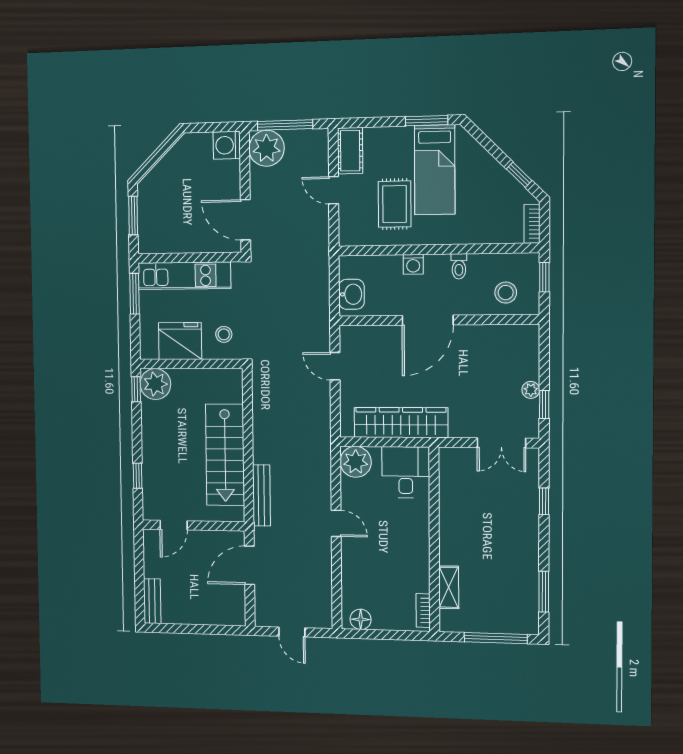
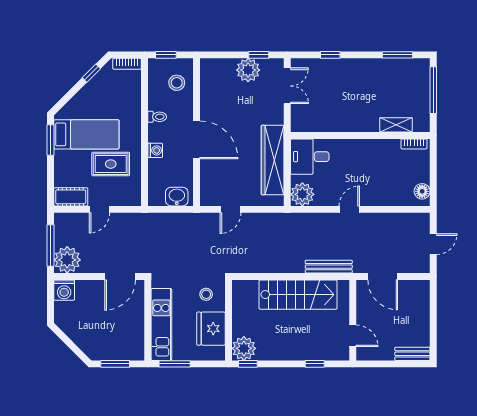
plant: (531, 390) -> (248, 70), width x1.87, depth x1.87

